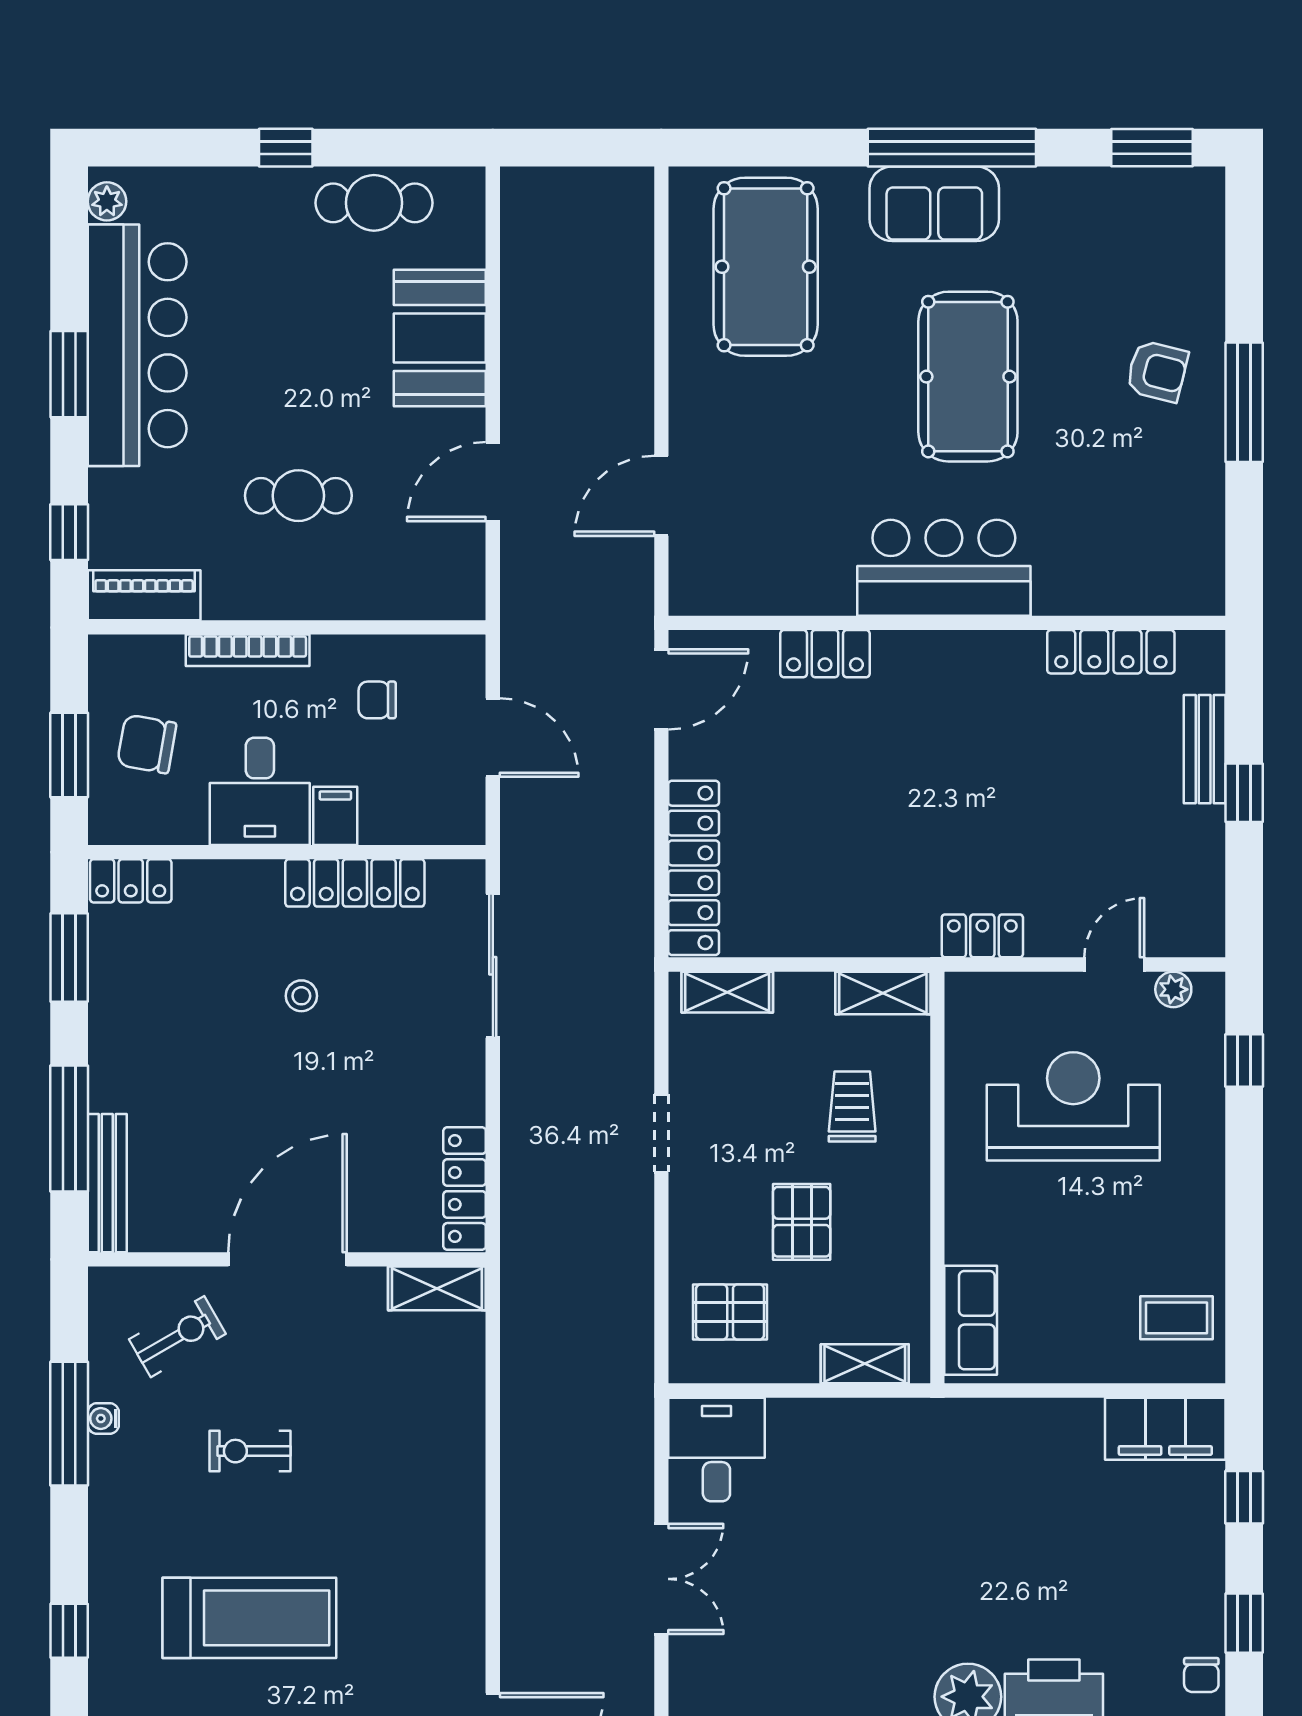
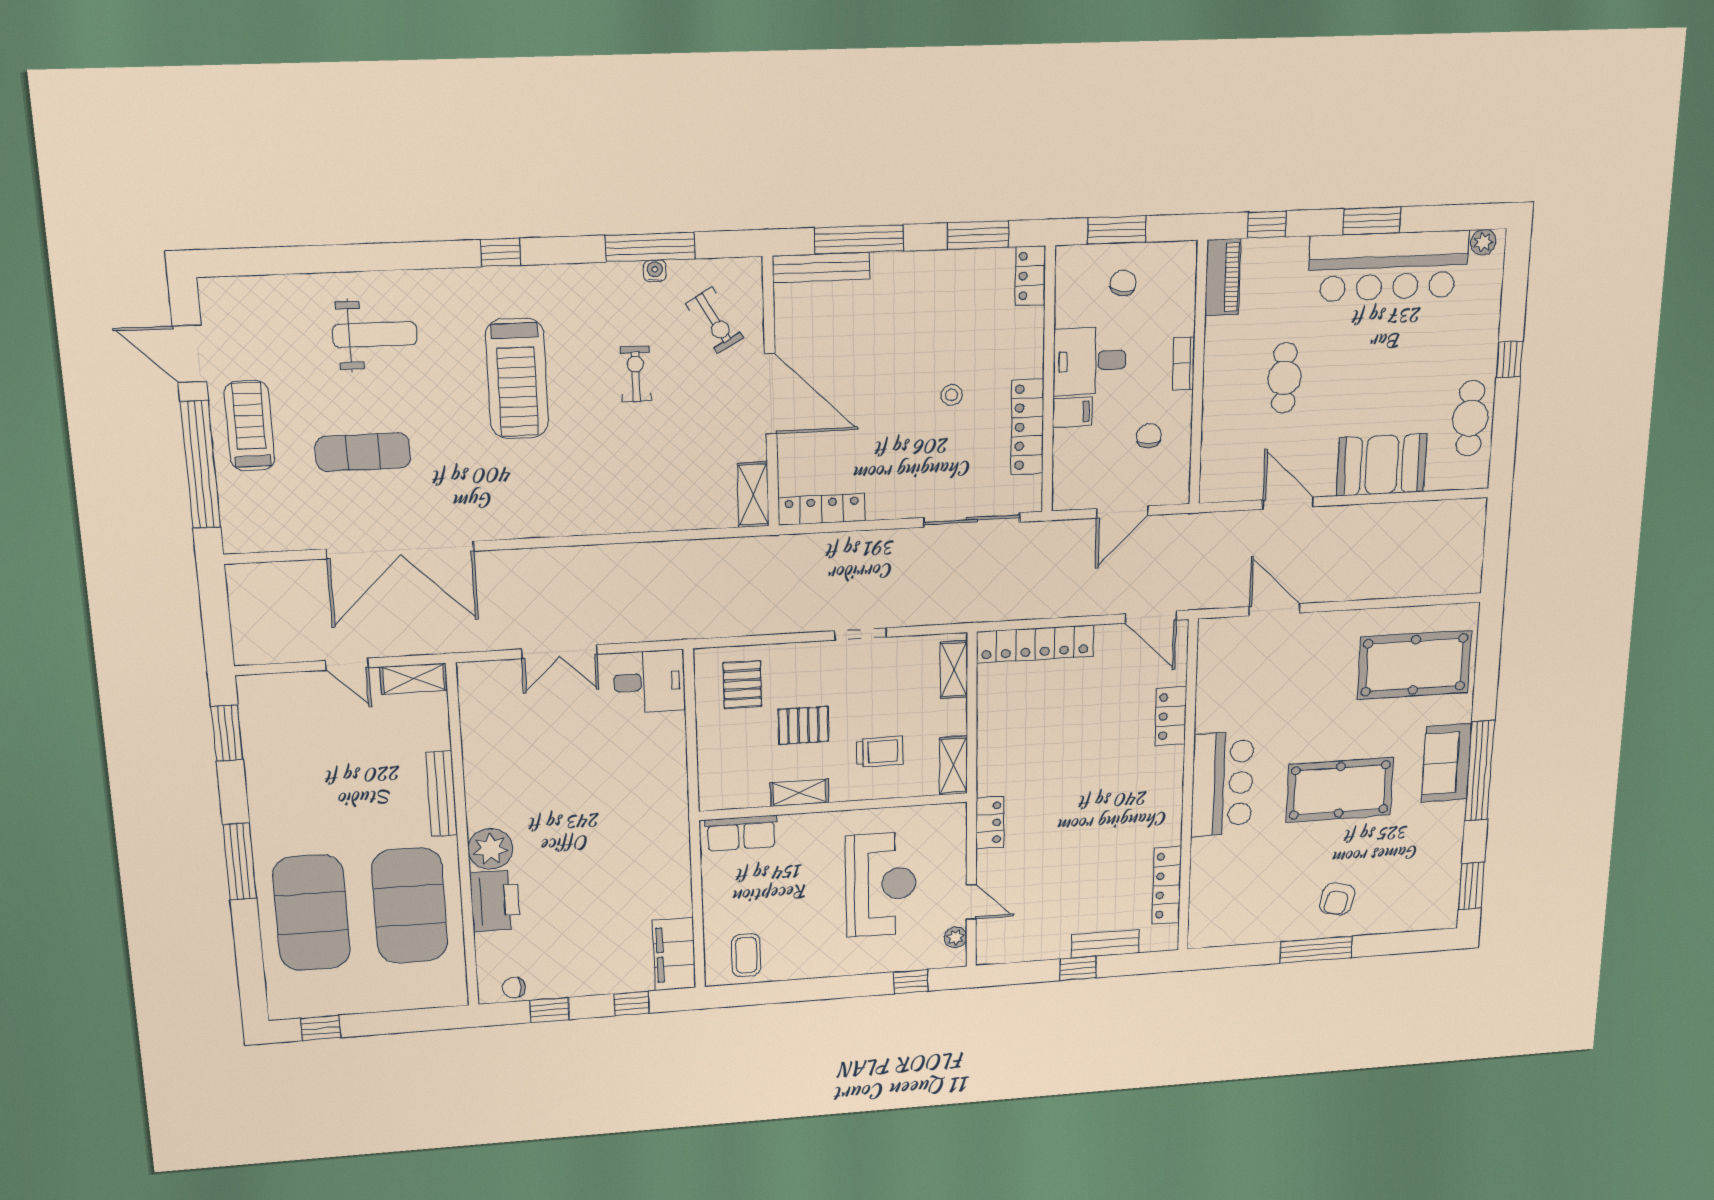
bookcase: (248, 650) -> (1184, 363), width x0.64
chair: (147, 744) -> (1123, 283), width x0.73, depth x0.73
shelving: (865, 1364) -> (799, 793), moved, turned 90

